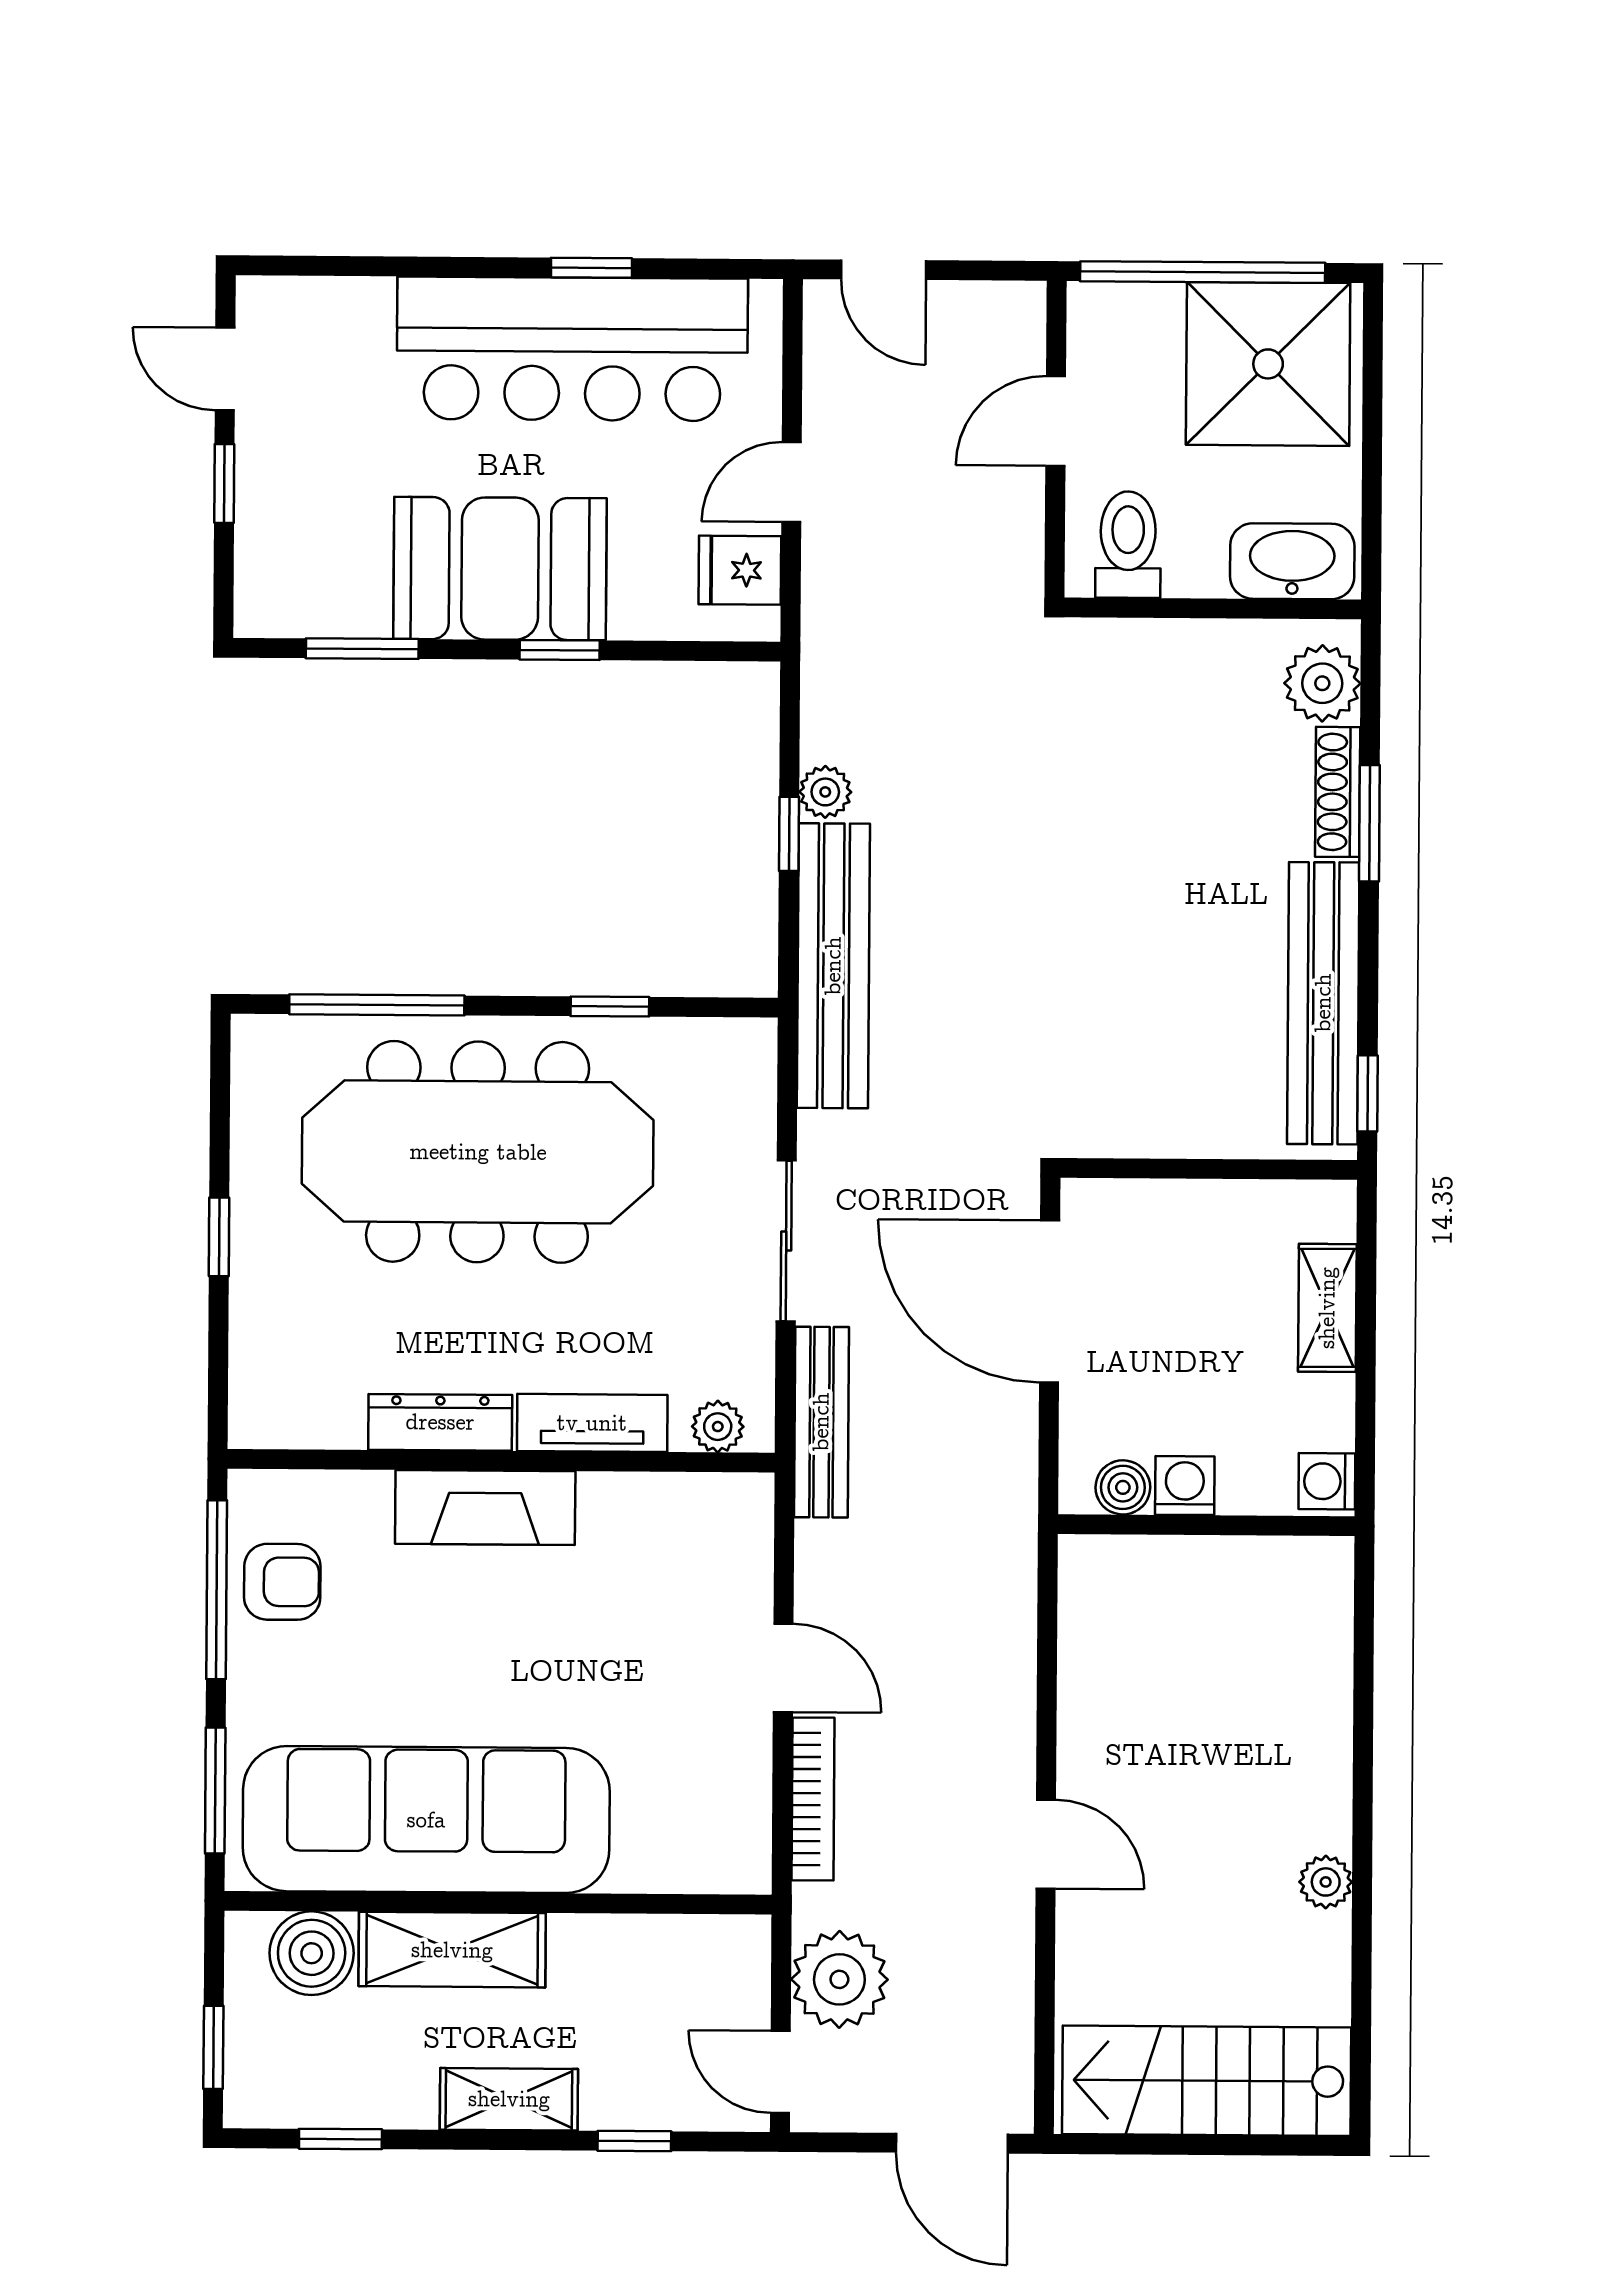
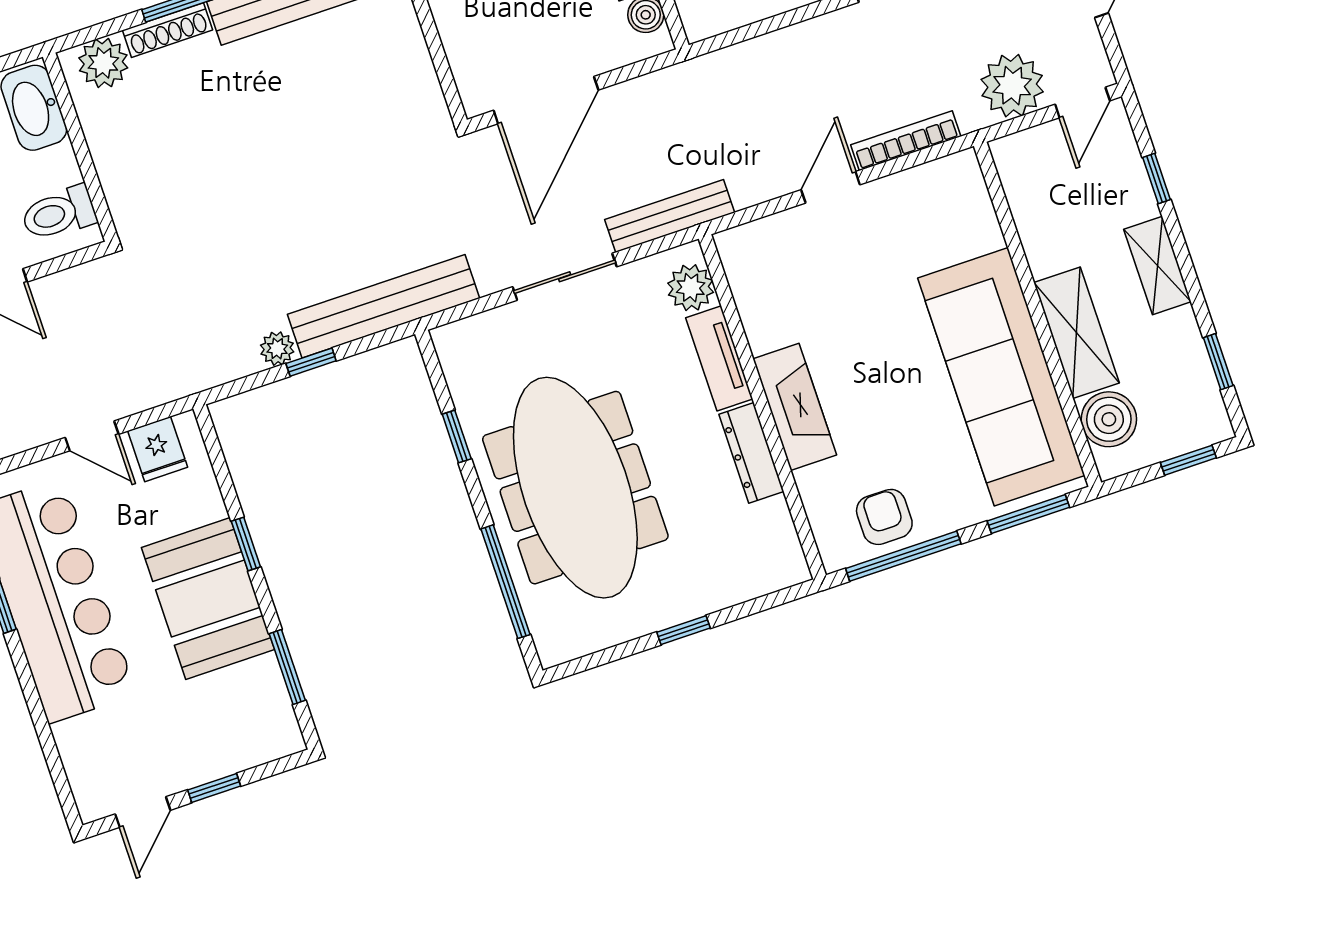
plant: (718, 1427) -> (691, 288), width x1.38, depth x1.38

